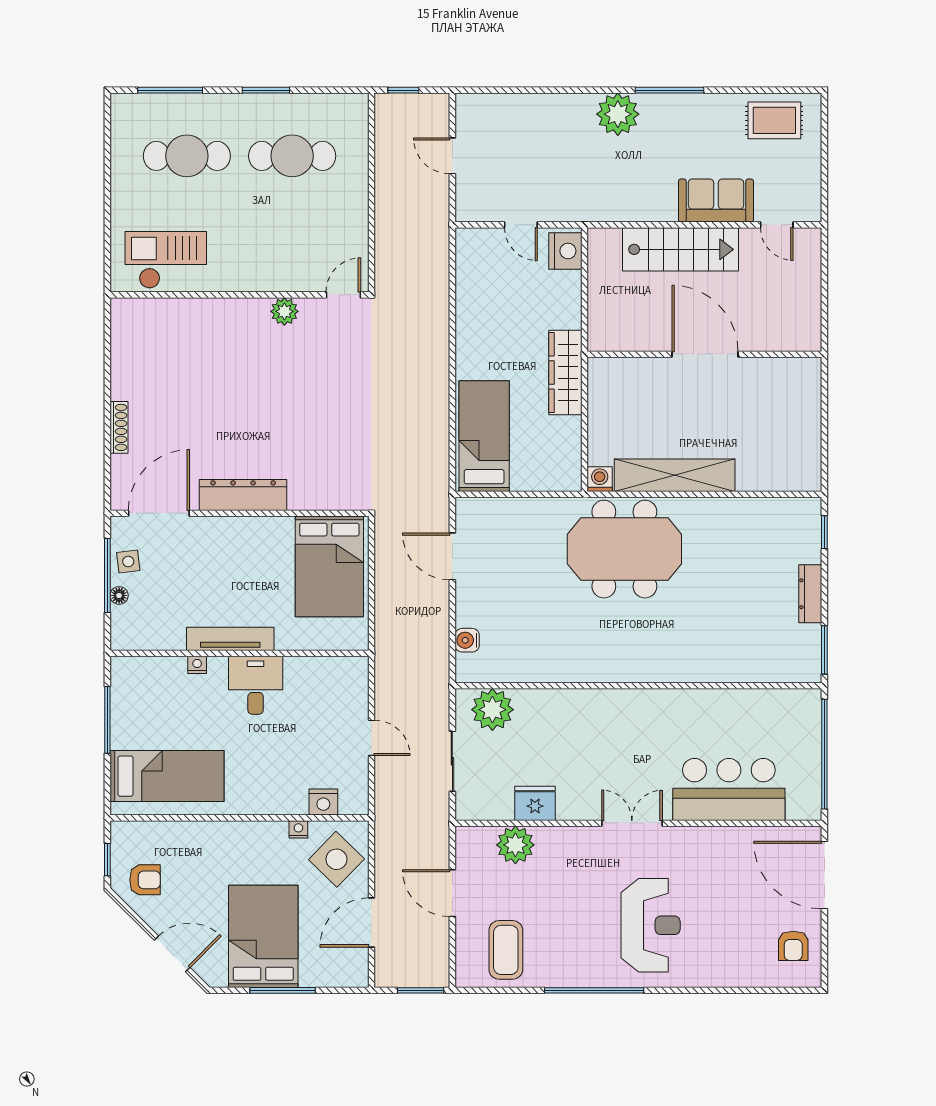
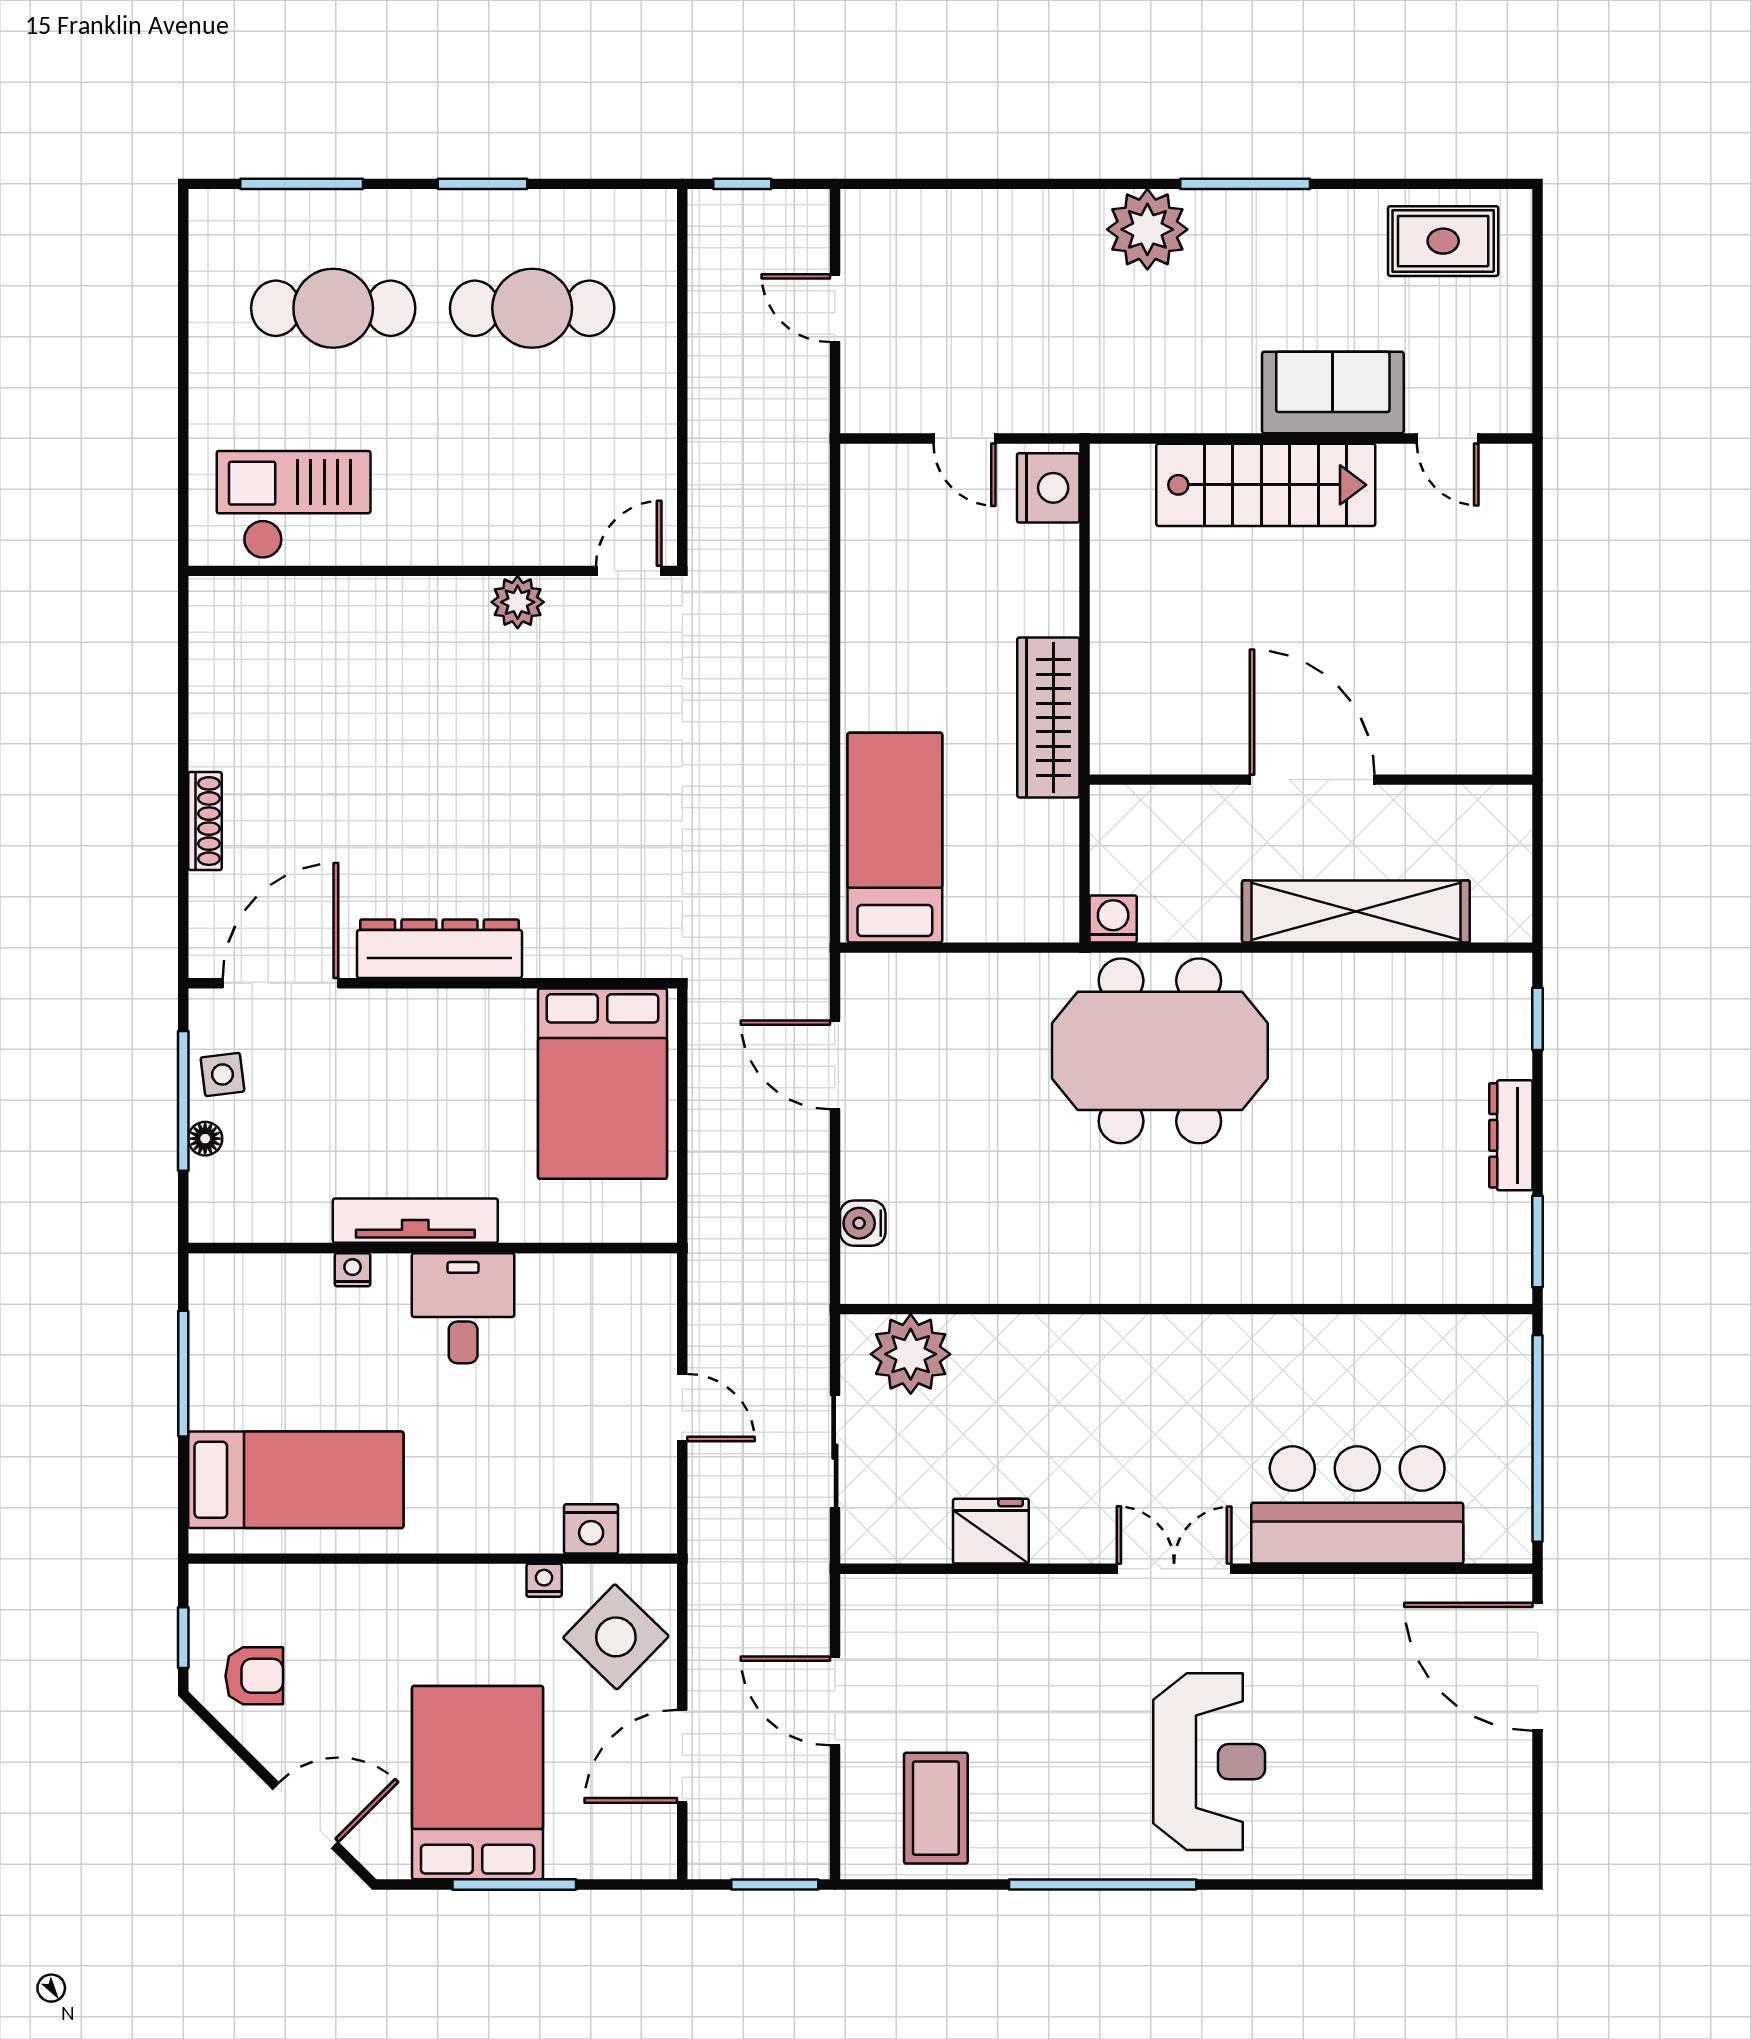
wall: (704, 354) -> (1311, 780), moved
door: (705, 354) -> (1312, 780), moved
shelving: (675, 475) -> (1356, 912), moved
plant: (515, 845) -> (954, 1610), removed
armchair: (793, 946) -> (1479, 1800), removed

